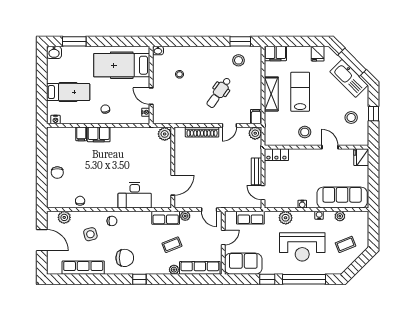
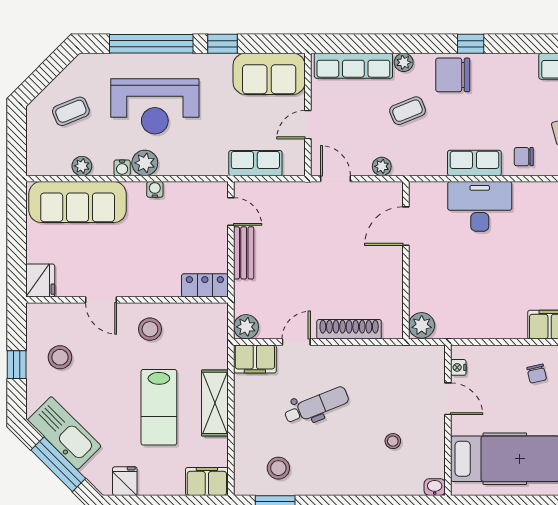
dental chair: (219, 93) -> (316, 406), turned 33
filing cabinet: (256, 117) -> (255, 359), width x2.00
row of seats: (166, 218) -> (474, 163), moved
plant: (286, 218) -> (145, 163), moved
reception desk: (302, 247) -> (155, 106), turned 180
chair: (125, 258) -> (453, 75), moved

